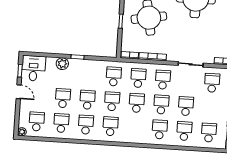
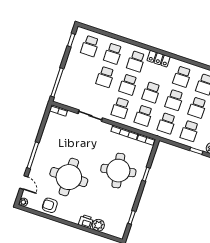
school desk: (212, 83) -> (190, 131), moved
locker: (138, 138) -> (159, 59), added

